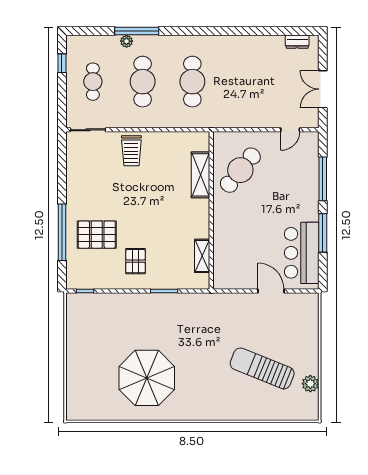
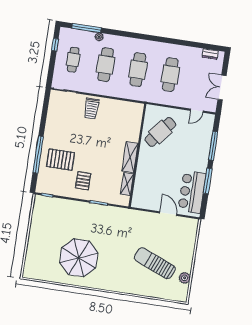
window: (137, 31) -> (86, 28), moved
cafe table: (242, 82) -> (170, 75), added
shelving: (201, 175) -> (130, 157), moved

